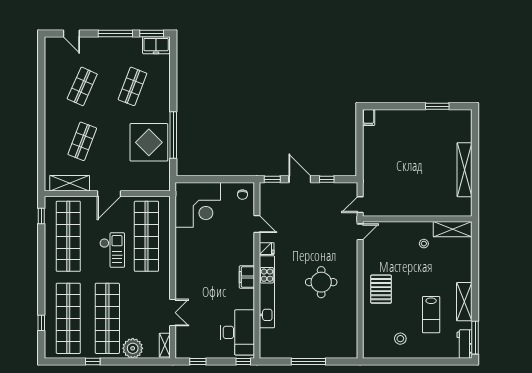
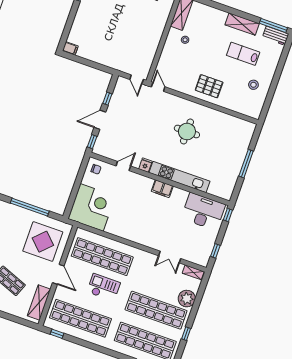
display table: (149, 142) -> (43, 242), moved
double door: (173, 313) -> (170, 257), swing flipped
lab bench: (431, 315) -> (243, 54), turned 180

